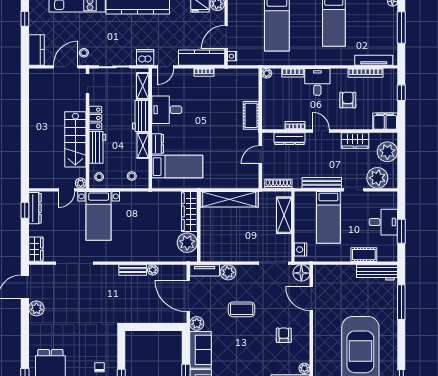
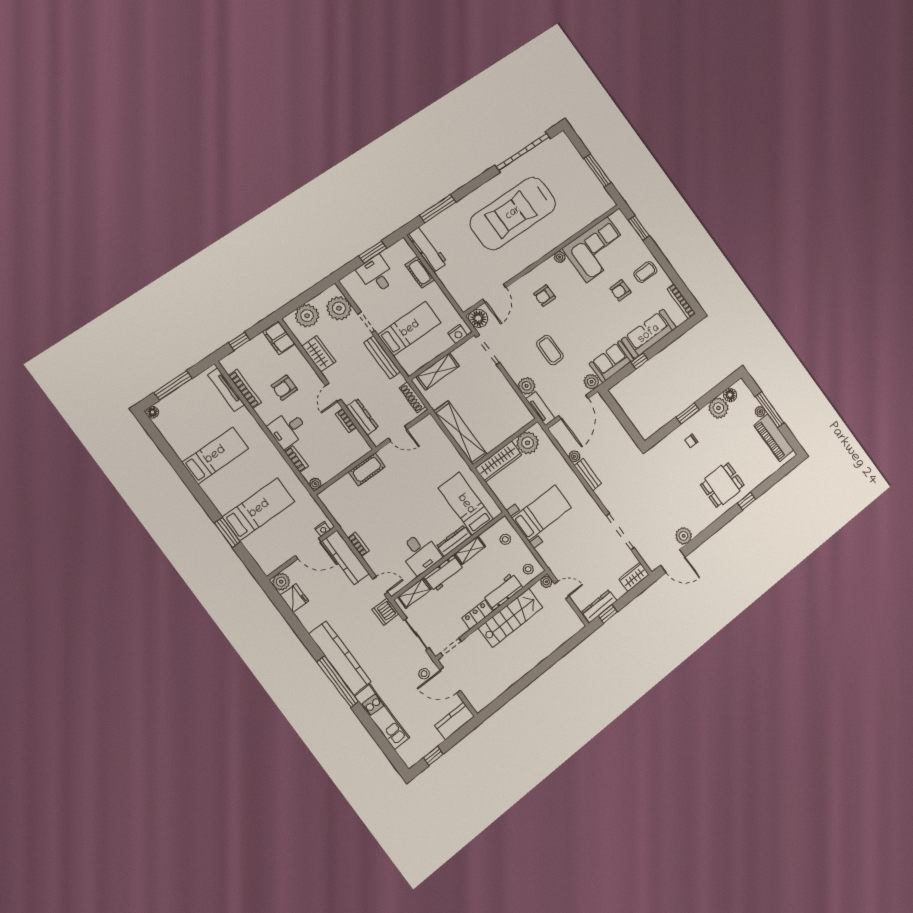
dresser: (158, 144) -> (454, 541), width x1.44
bed with nightstands: (99, 216) -> (542, 513), moved

